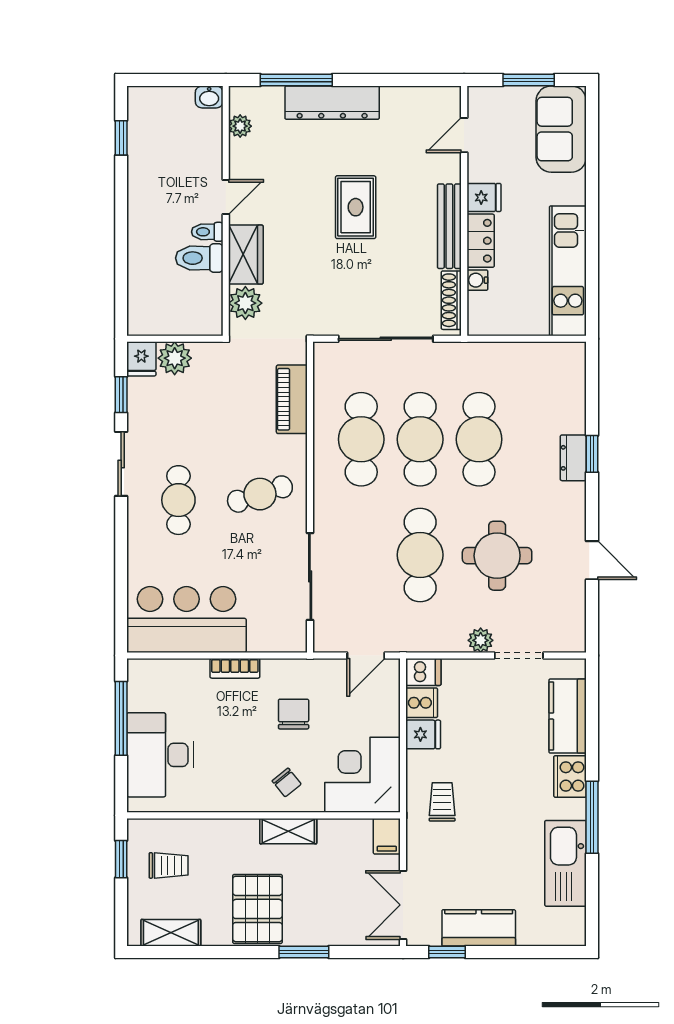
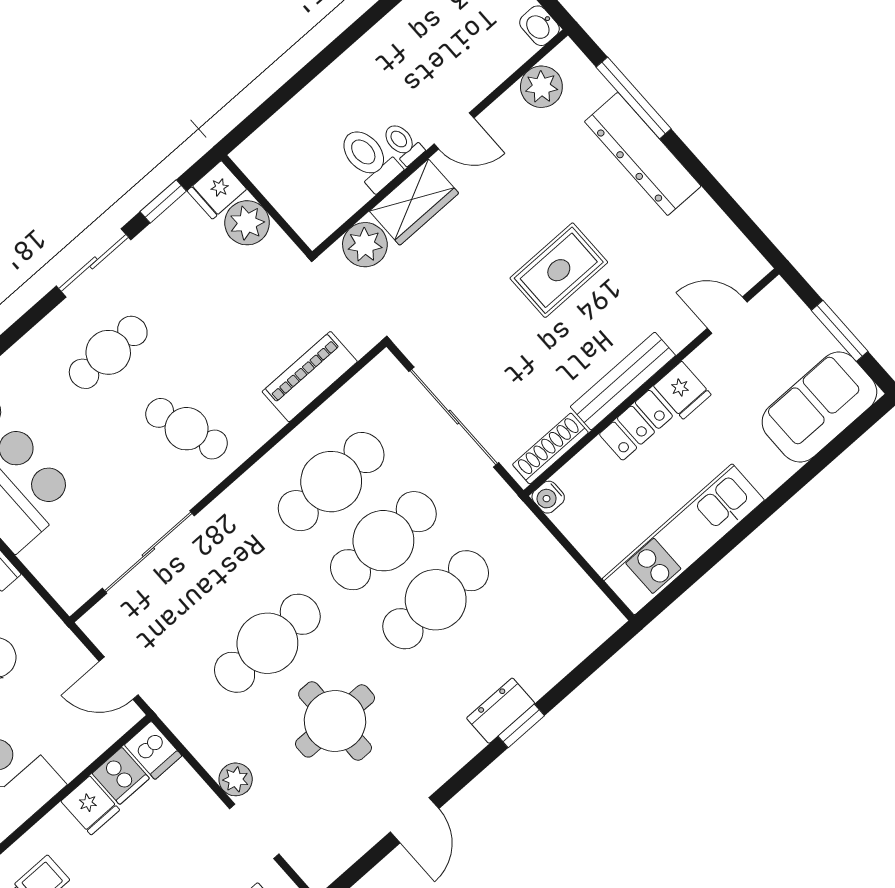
plant: (240, 126) -> (541, 87), width x1.38, depth x1.38
water cooler: (477, 280) -> (548, 497), moved, turned -90

